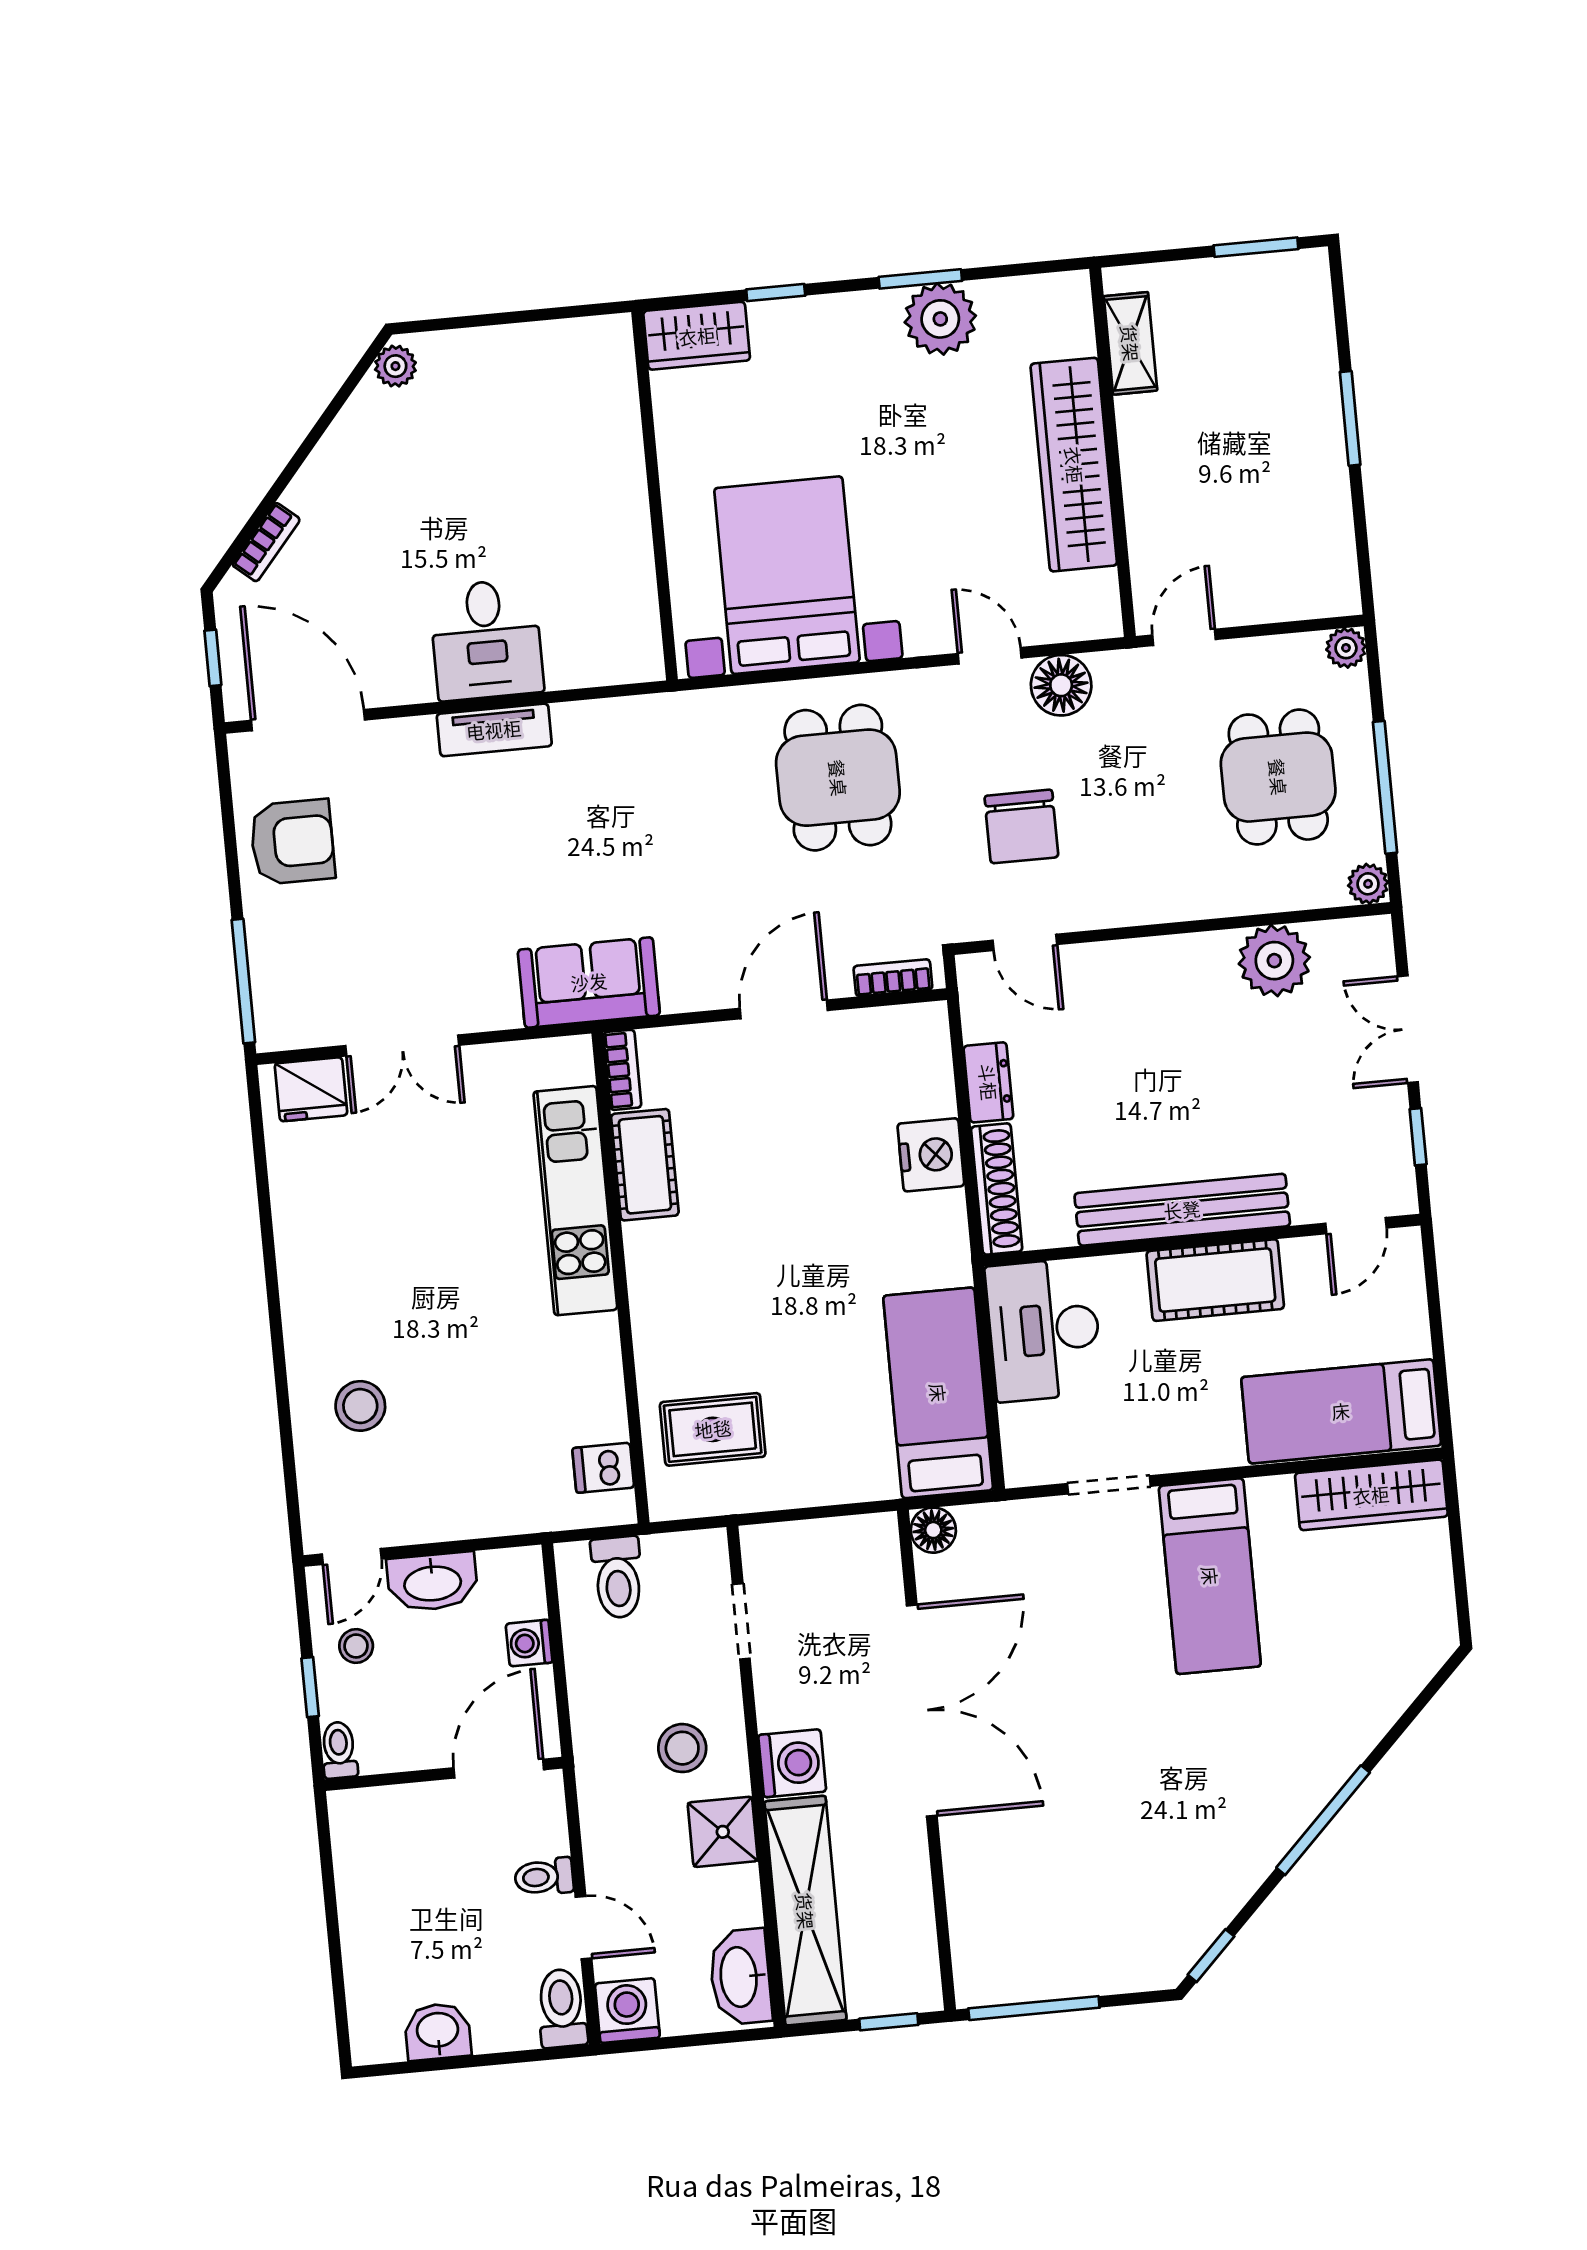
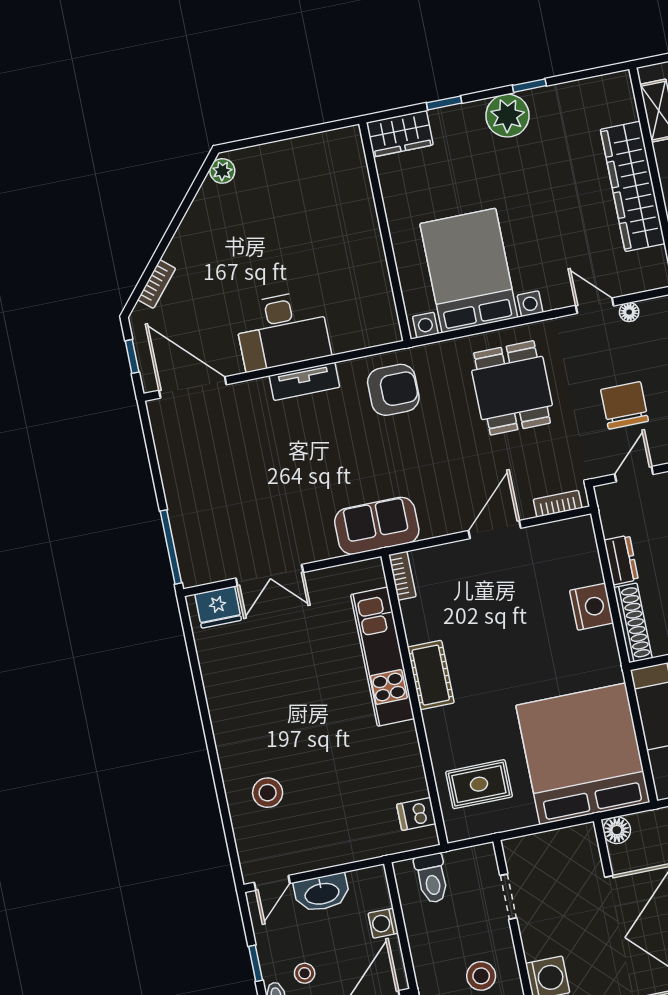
window: (920, 279) -> (529, 86), width x0.67
plant: (940, 319) -> (507, 116), moved
desk: (486, 640) -> (282, 330), width x1.37
floor lamp: (1061, 685) -> (629, 312), width x0.53, depth x0.53
chair: (1021, 827) -> (624, 405), turned 180
armchair: (292, 842) -> (393, 390), moved
door: (1025, 942) -> (634, 474), swing flipped
cot: (645, 1165) -> (431, 675), moved
bed: (938, 1393) -> (583, 754), width x2.04
stool: (356, 1646) -> (305, 973), moved

